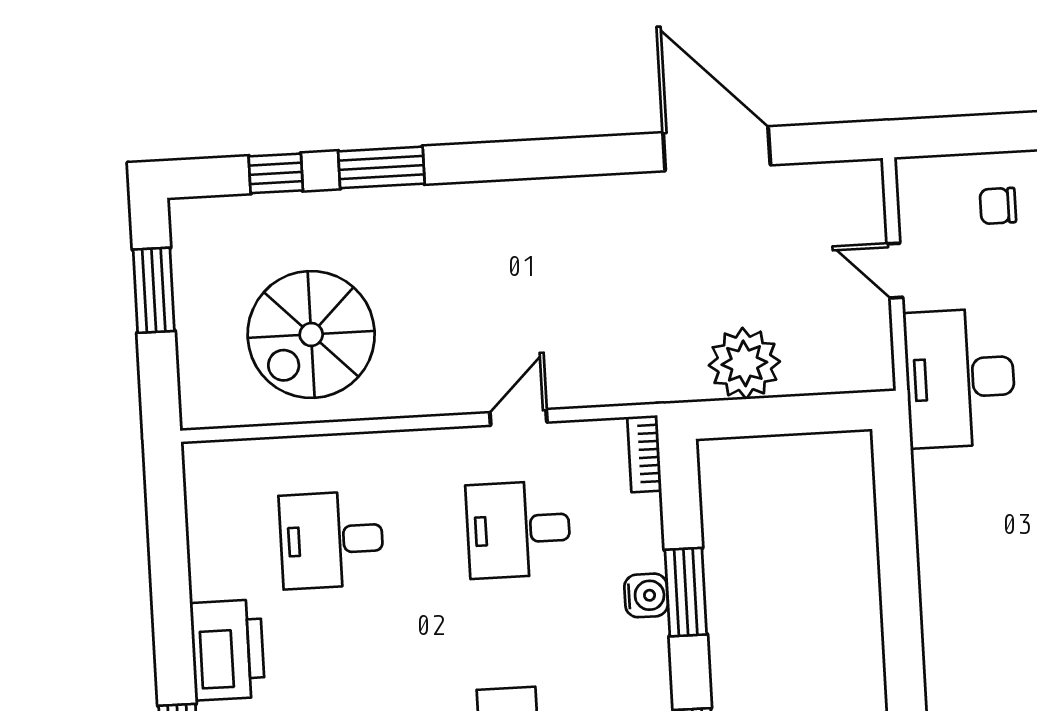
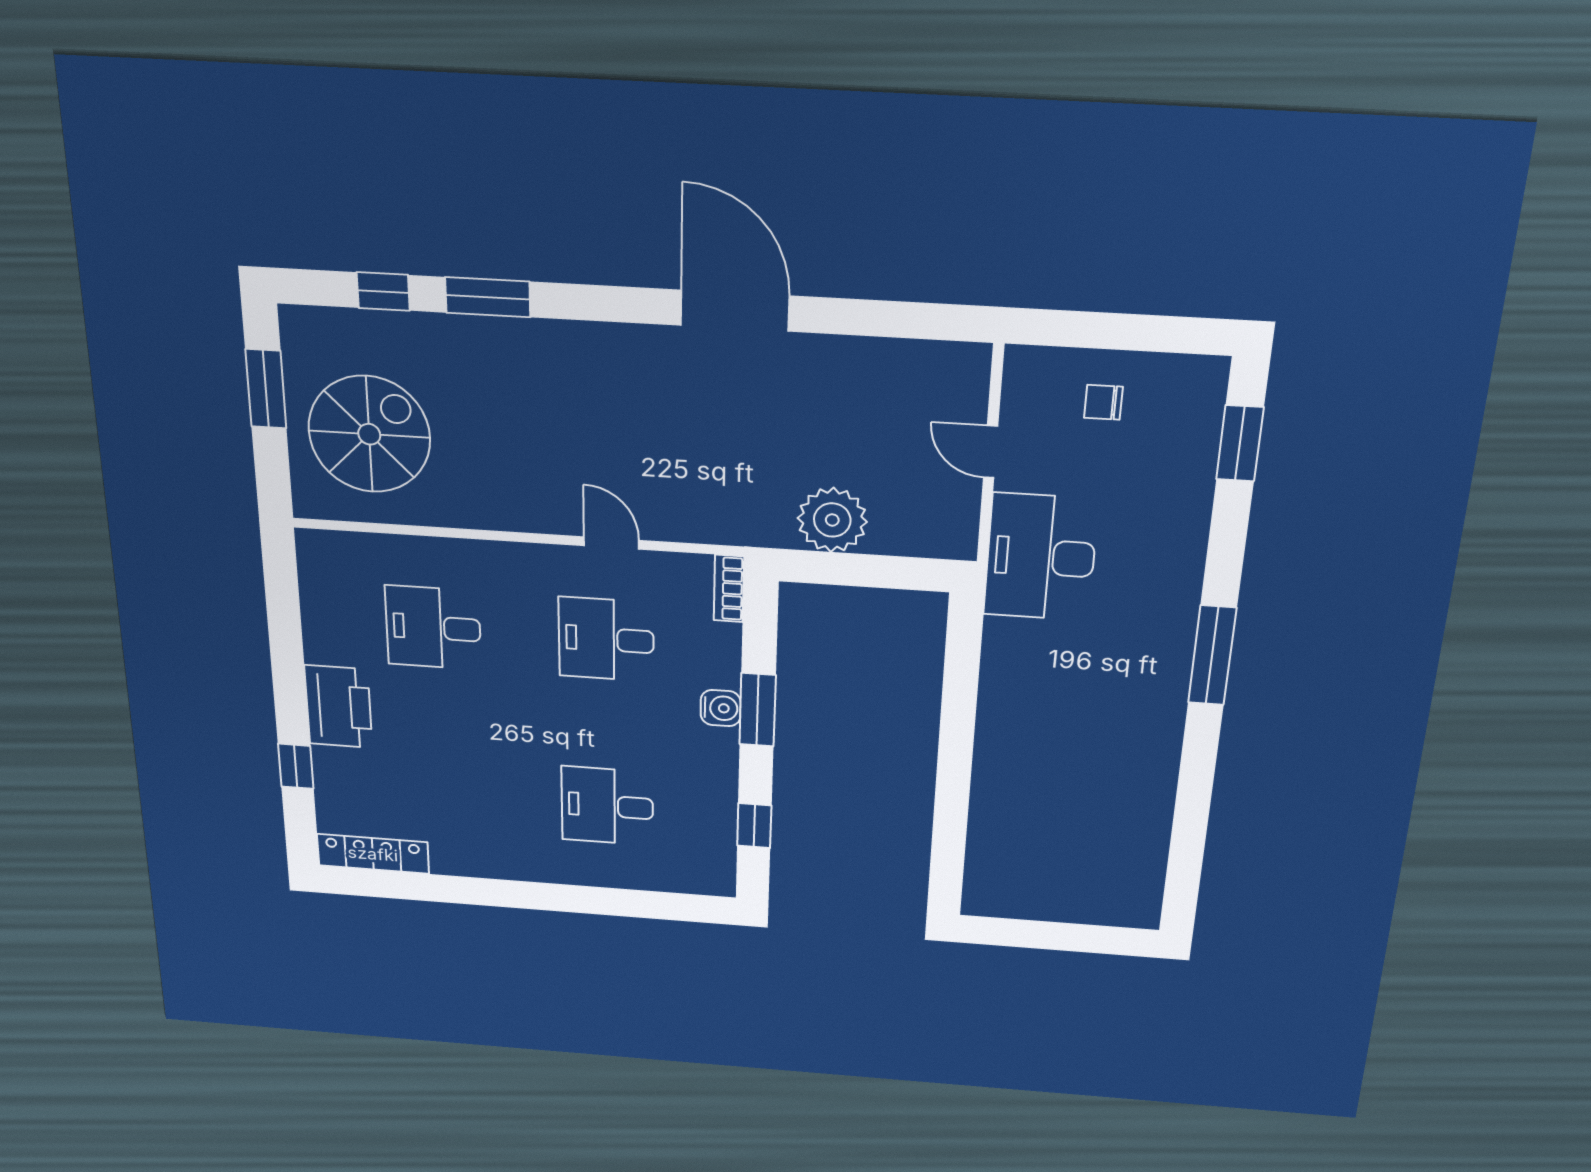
door: (717, 149) -> (735, 311), moved
spiral stairs: (311, 334) -> (369, 434), moved, turned 180
door: (518, 417) -> (611, 543), hinge flipped

